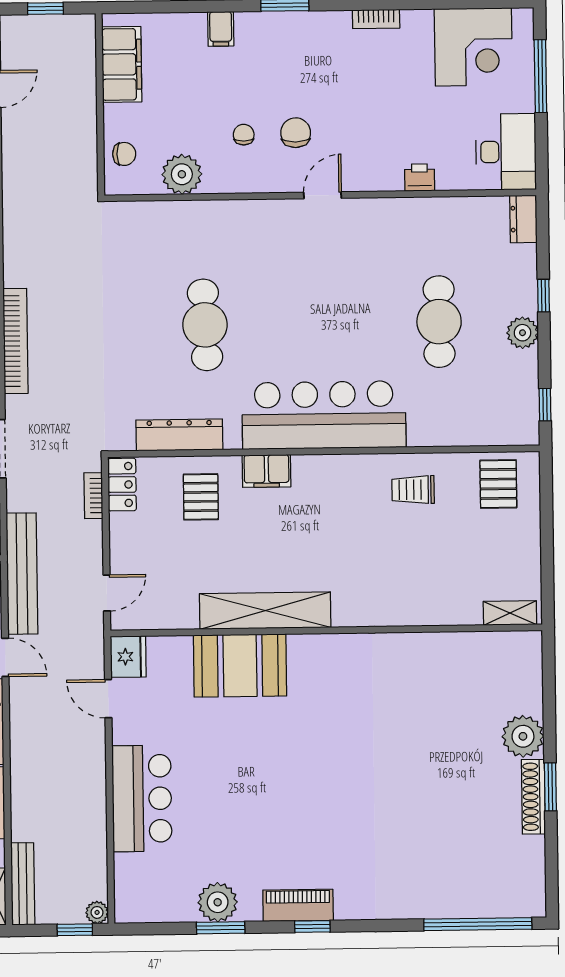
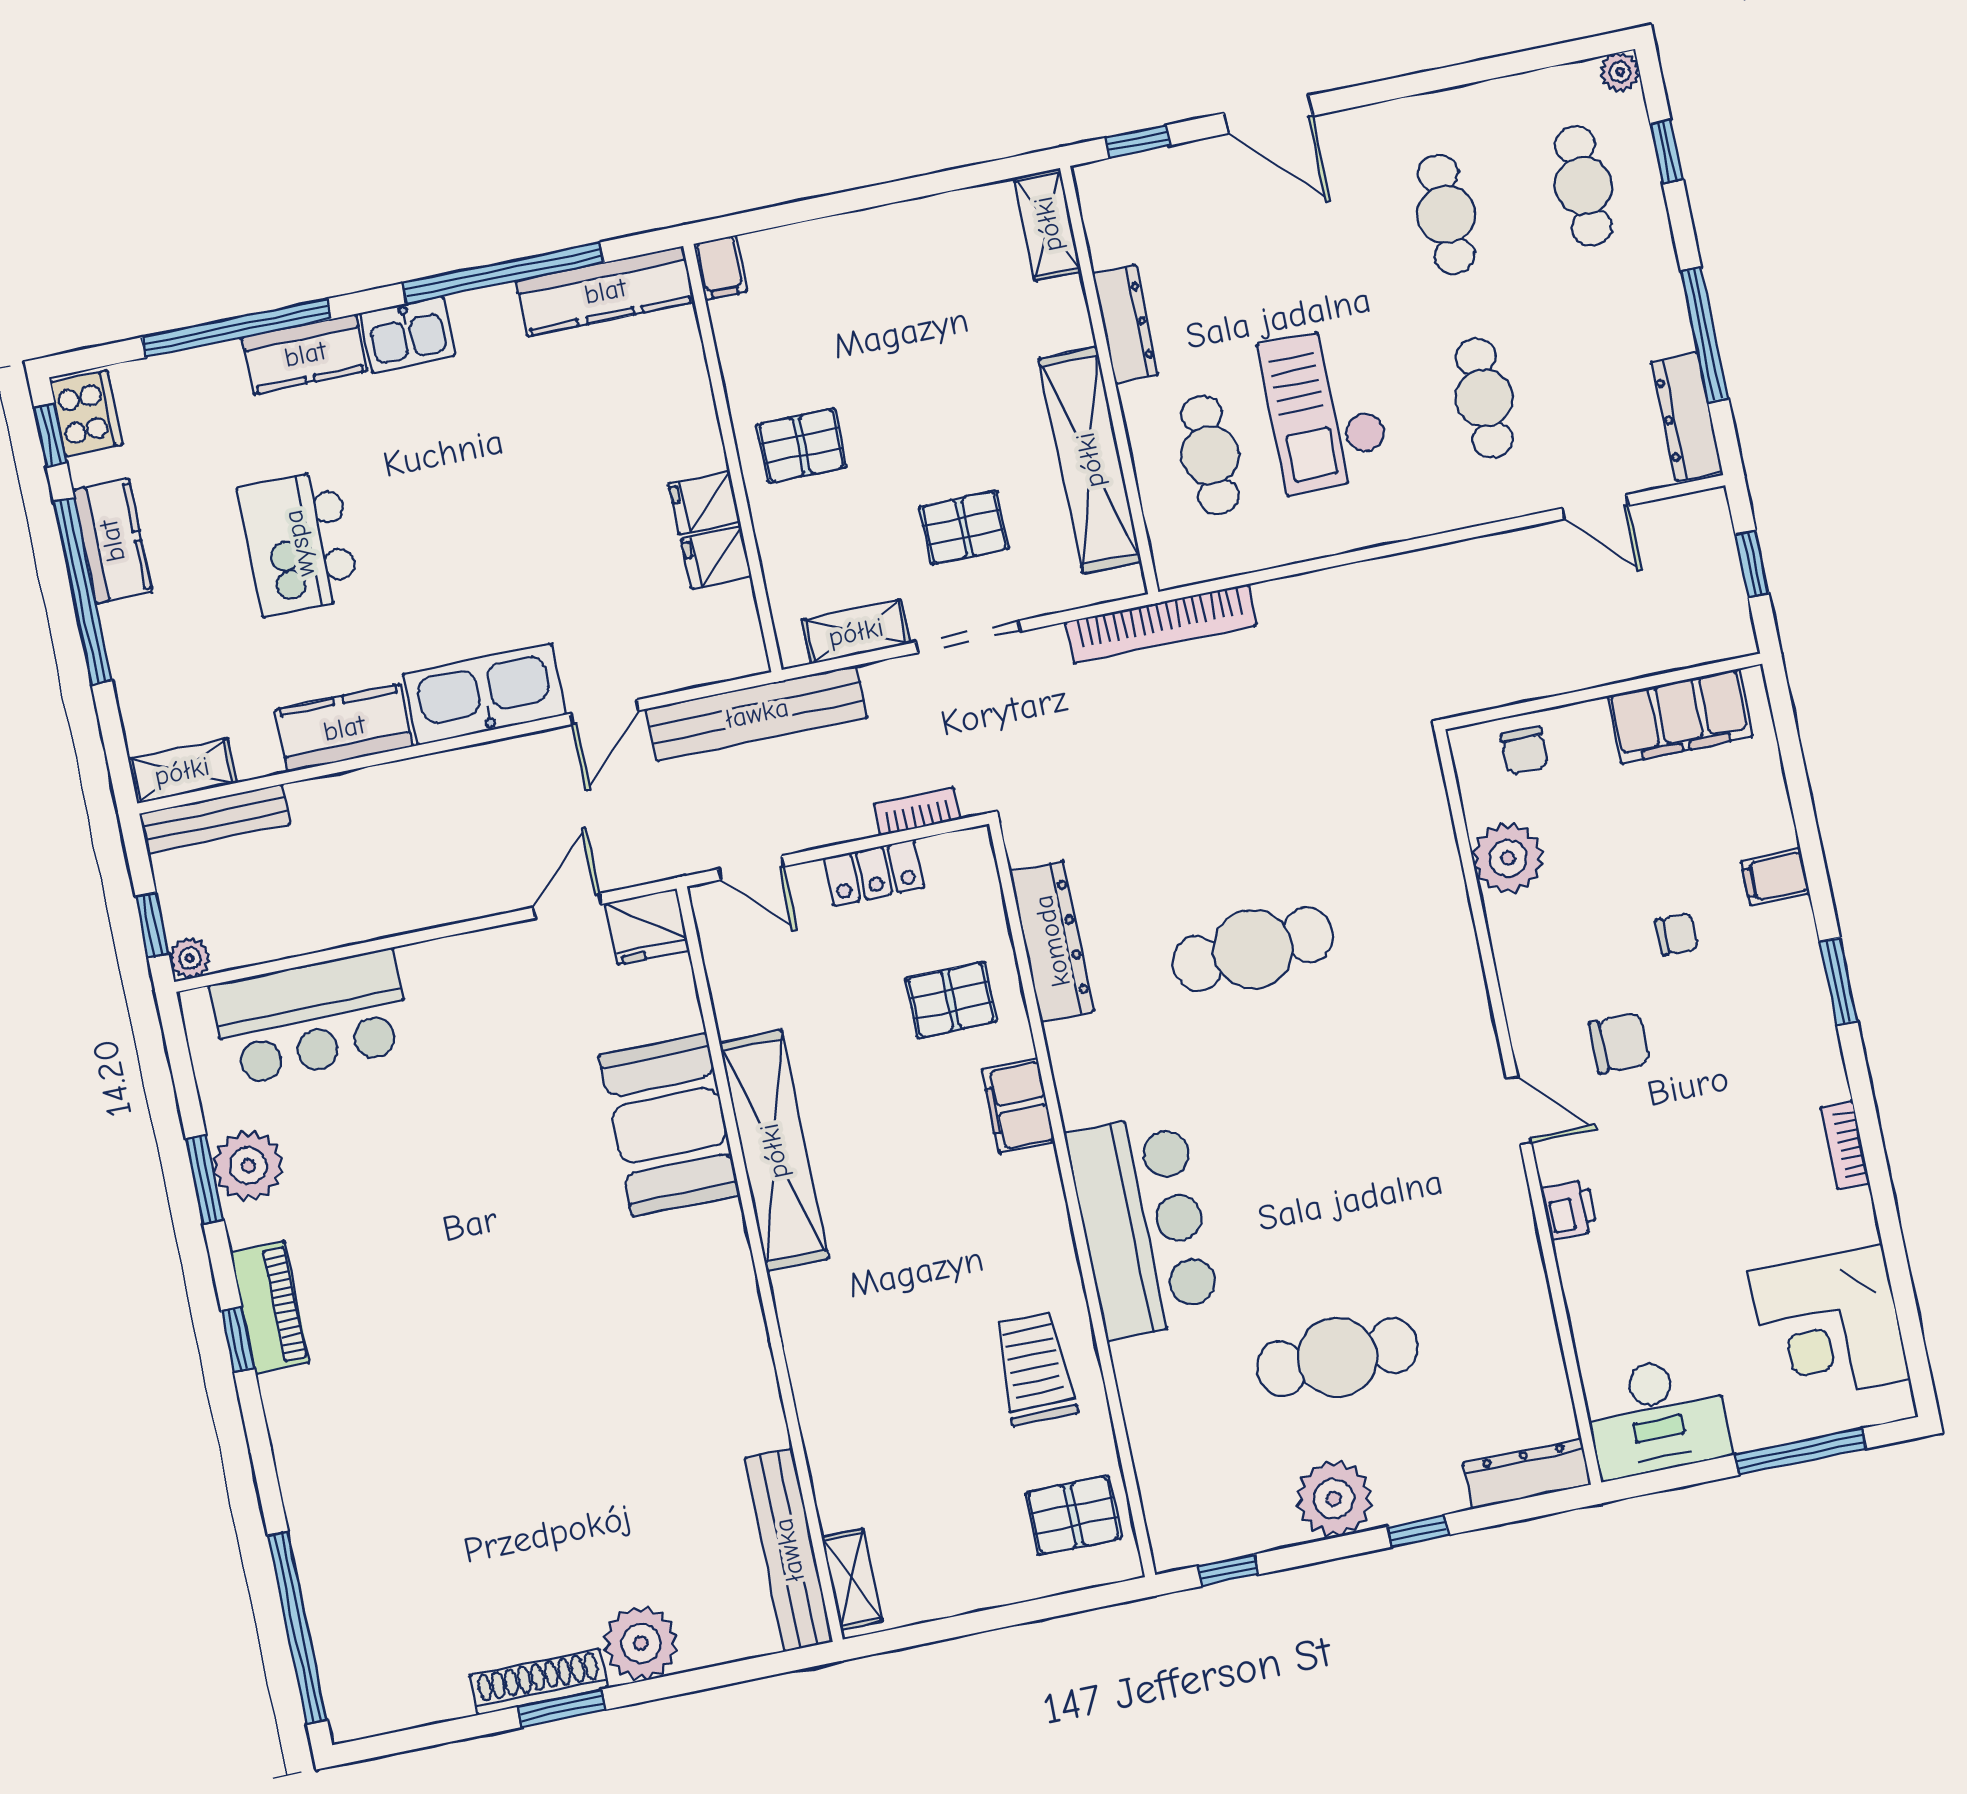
chair: (244, 135) -> (1677, 934), moved
printer: (420, 177) -> (1569, 1209), moved
dresser: (523, 219) -> (1527, 1474), width x1.44
plant: (523, 333) -> (1334, 1499), width x1.36, depth x1.36
bar counter: (324, 415) -> (1143, 1225), width x0.73
locker: (122, 485) -> (874, 873), moved
trolley: (413, 490) -> (1035, 1368), width x1.36, depth x1.39
bench: (487, 645) -> (789, 1550), added
bar counter: (142, 798) -> (311, 1018), moved

